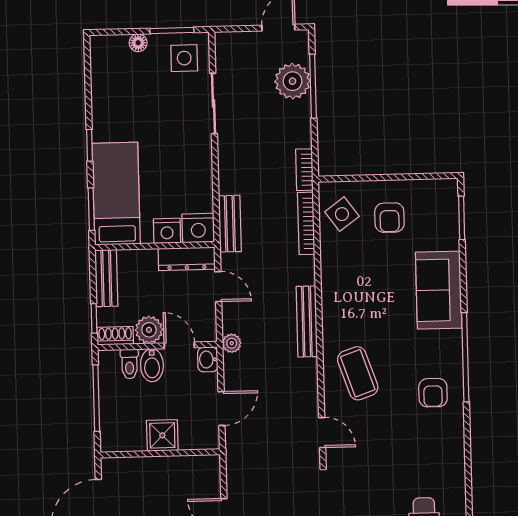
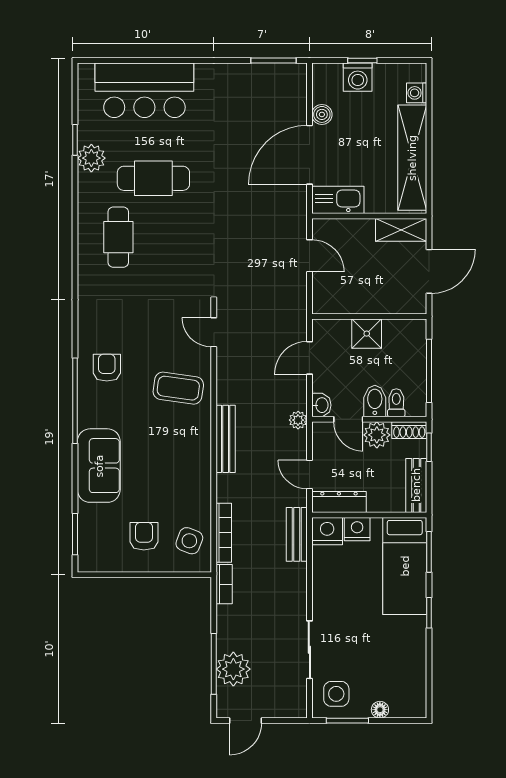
side table: (342, 214) -> (189, 541), turned -33
coffee table: (358, 373) -> (178, 388), turned -63

